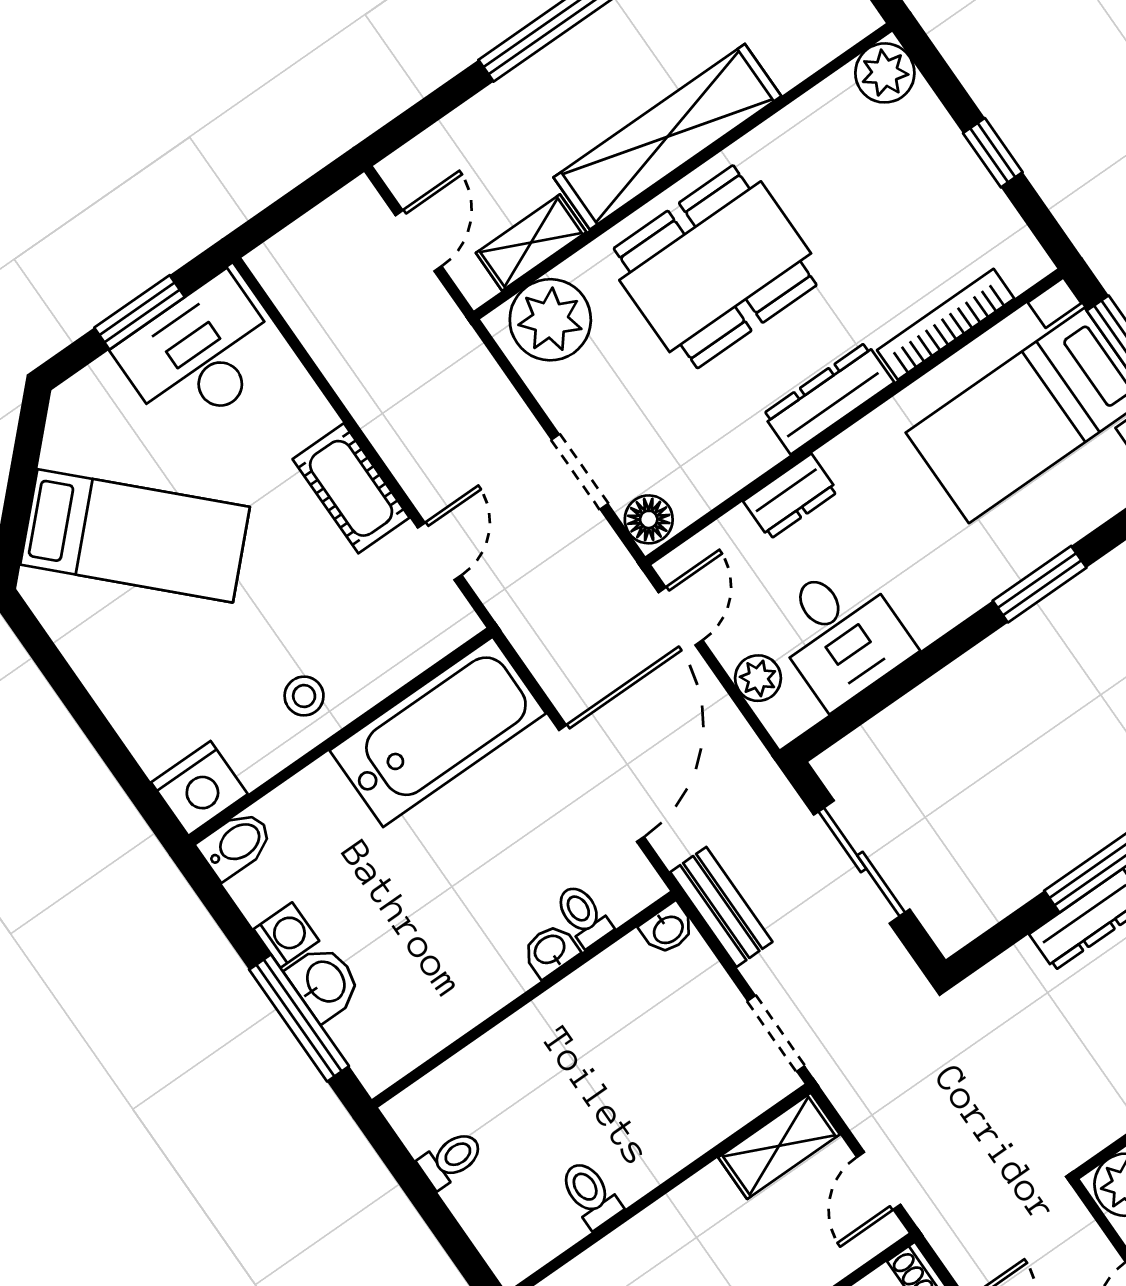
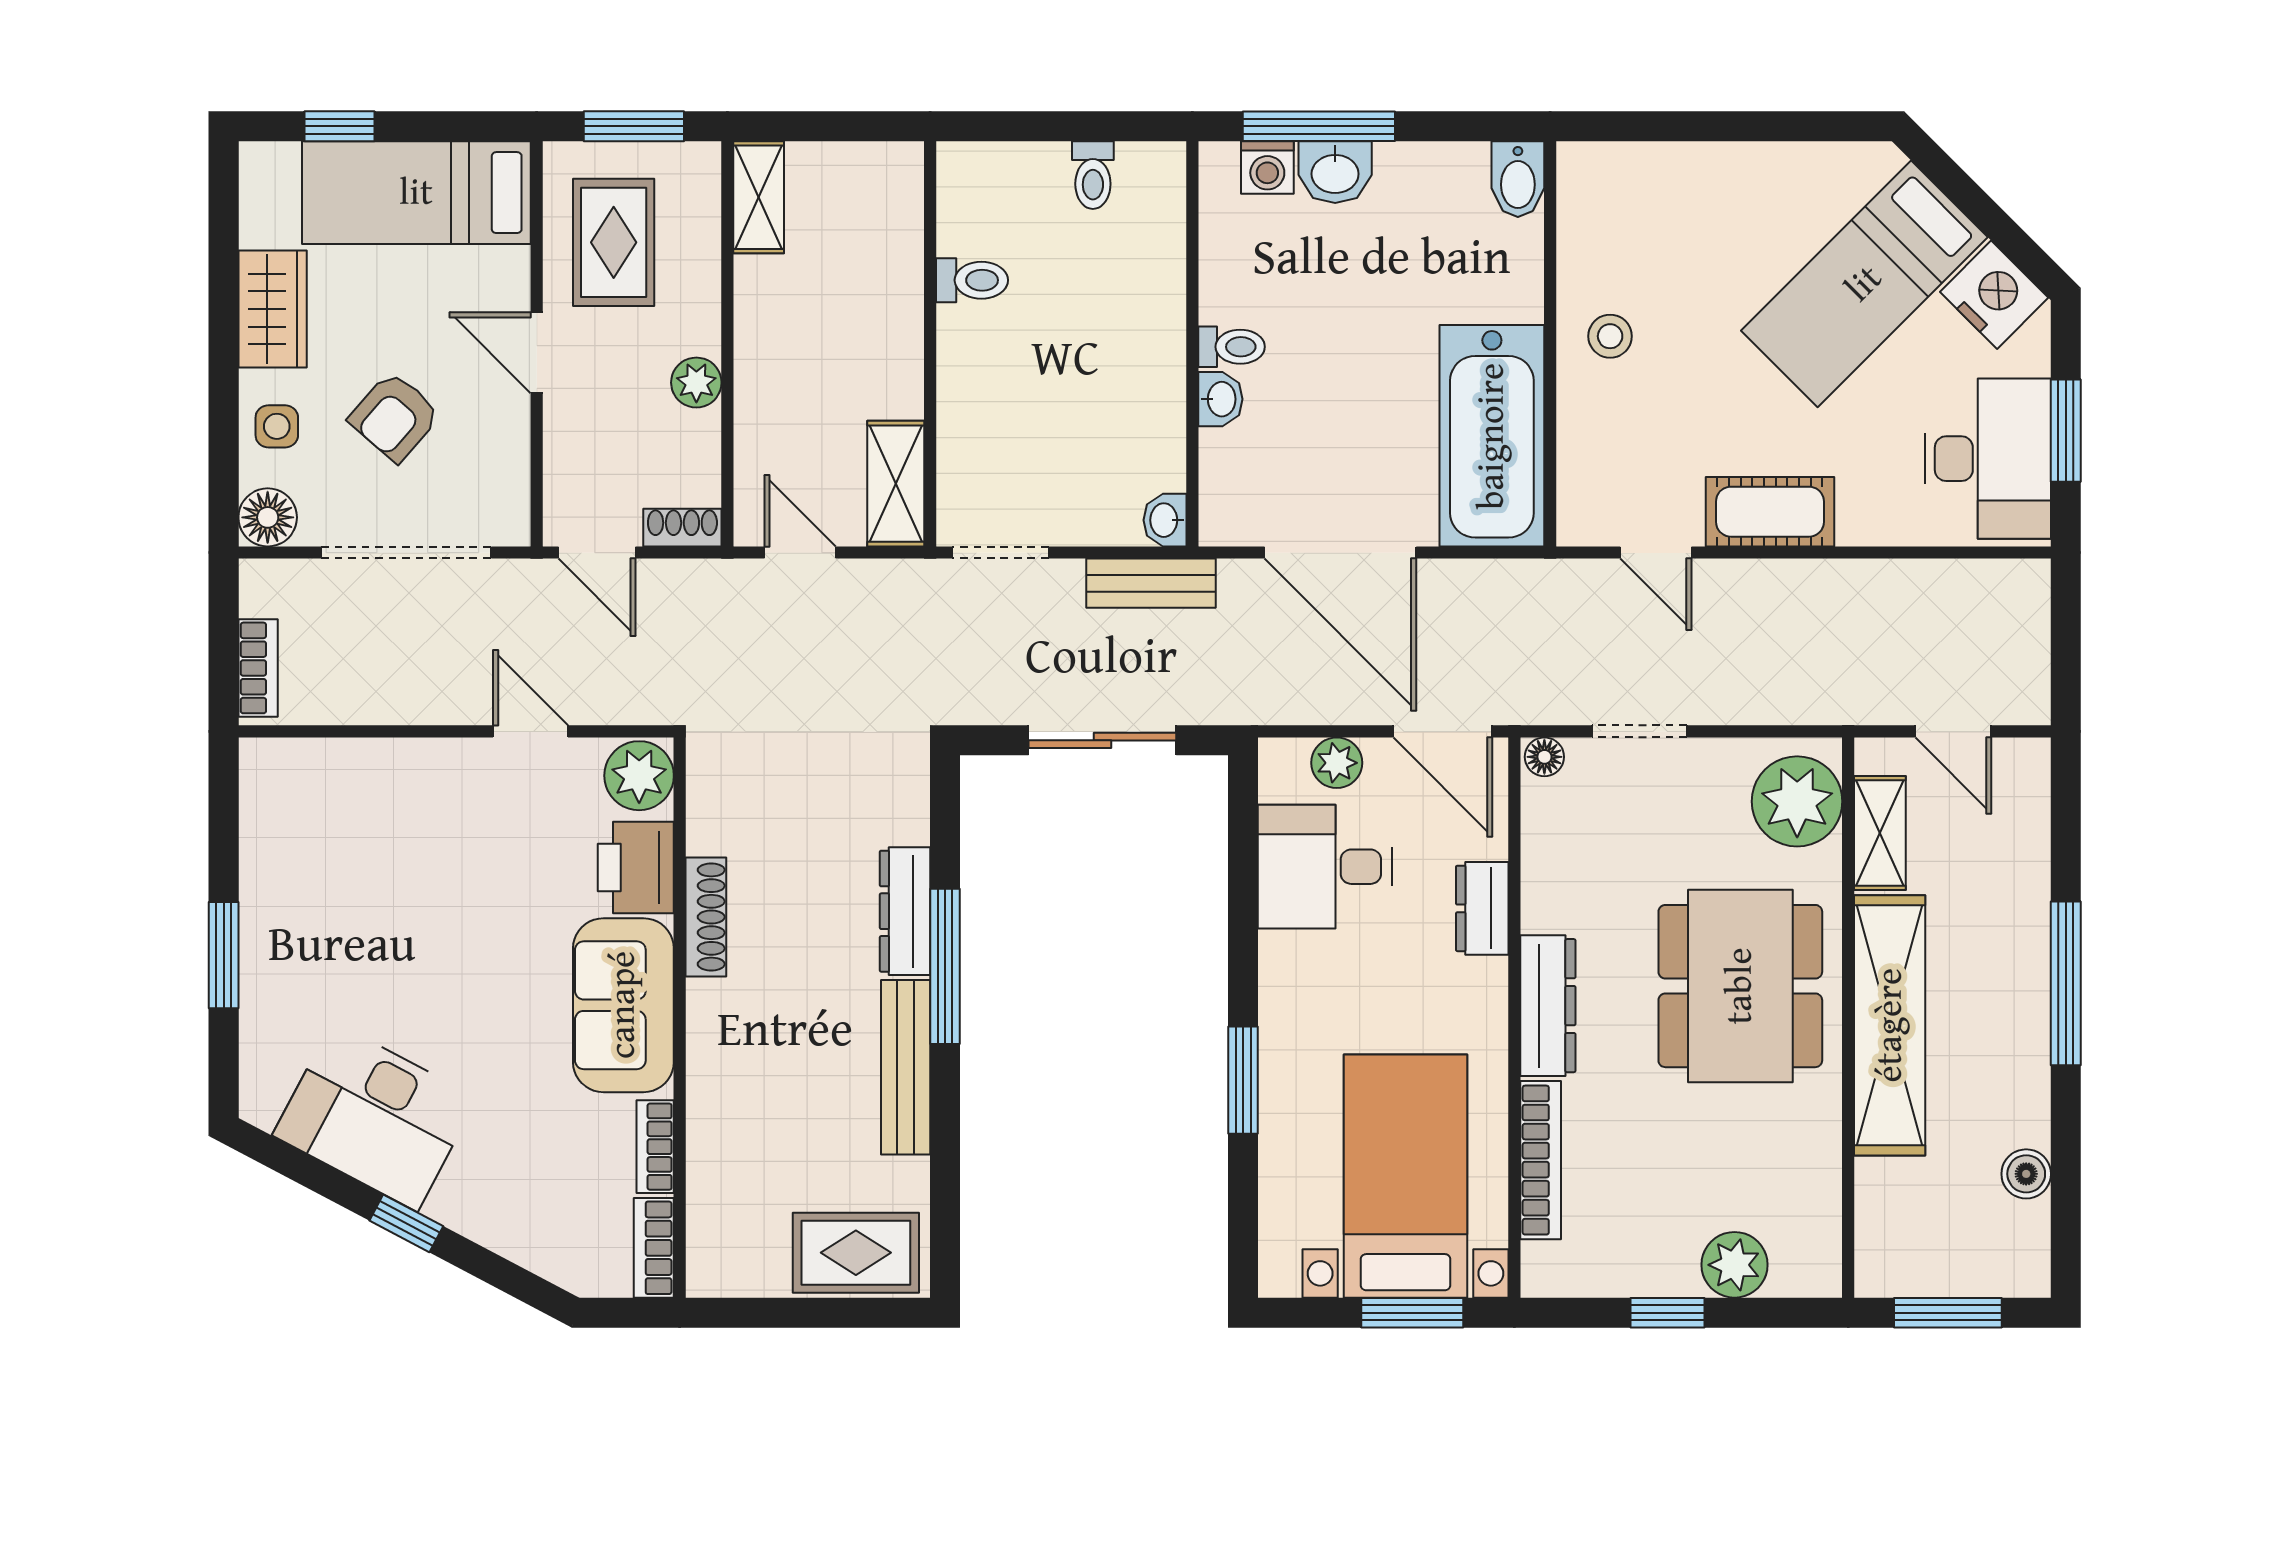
plant: (885, 73) -> (1734, 1265), moved
floor lamp: (649, 519) -> (1544, 757), width x0.73, depth x0.73
door: (681, 616) -> (1443, 731), width x1.38
nightstand: (199, 788) -> (1994, 295), moved, turned 135
toilet: (583, 915) -> (1232, 347), moved
washing machine: (286, 935) -> (1267, 168), moved

